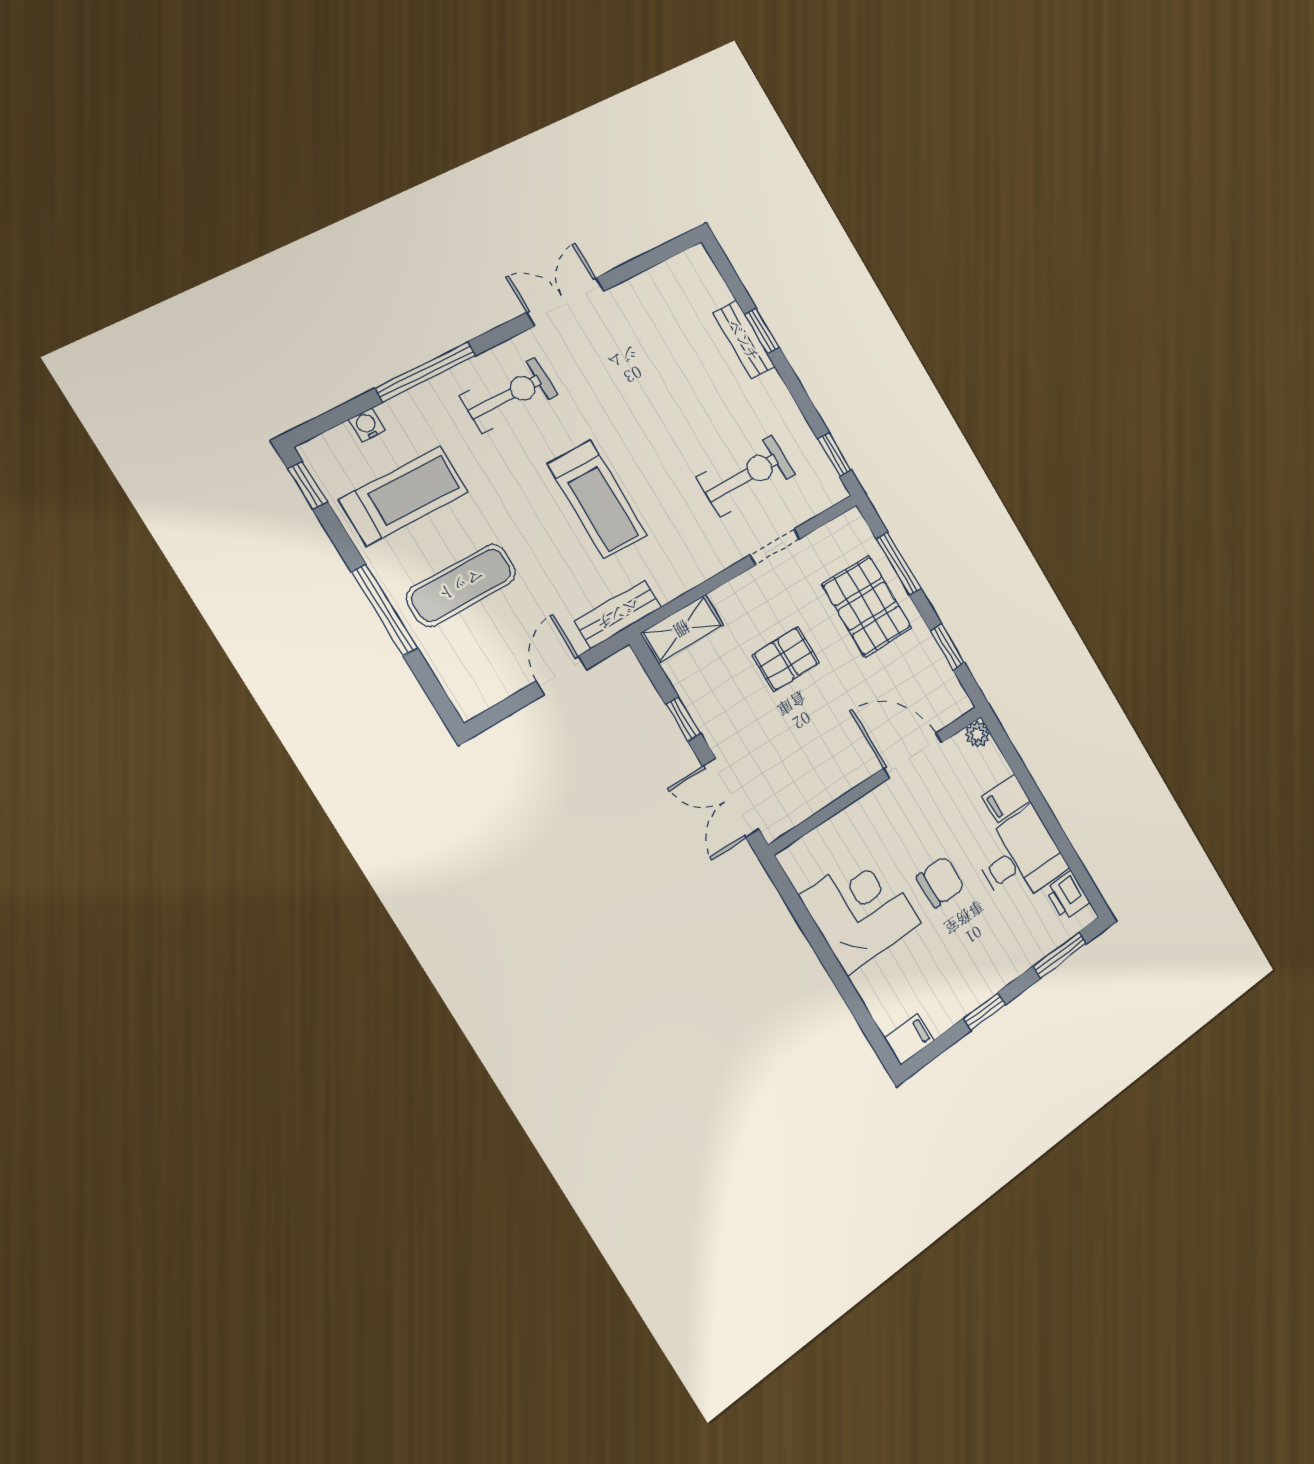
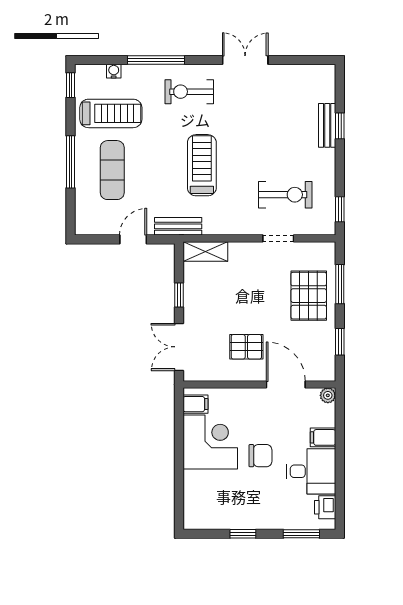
exercise bike: (509, 395) -> (189, 92), turned 180
treadmill: (597, 499) -> (202, 165), turned 180
exercise mat: (461, 585) -> (112, 170), turned 90
pallet: (786, 659) -> (246, 347), moved
filing cabinet: (909, 1039) -> (196, 404), moved

